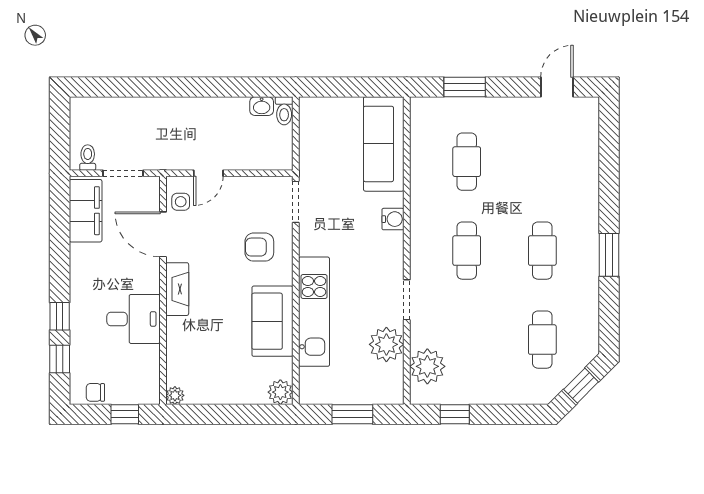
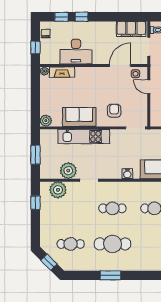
cafe table: (542, 251) -> (112, 244), width x1.37, depth x1.35
fireplace: (177, 289) -> (62, 72), moved
desk: (134, 319) -> (76, 52), width x1.37

